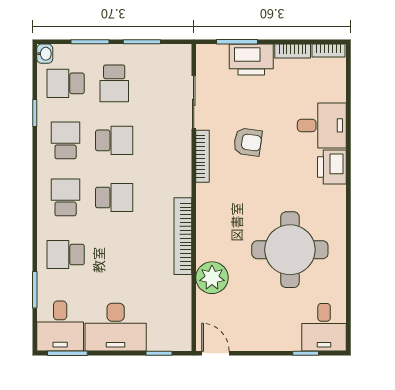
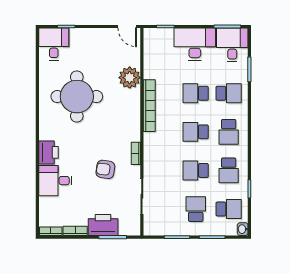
bookcase: (203, 156) -> (136, 153), width x0.64
school desk: (114, 255) -> (196, 93), added

